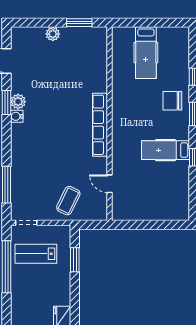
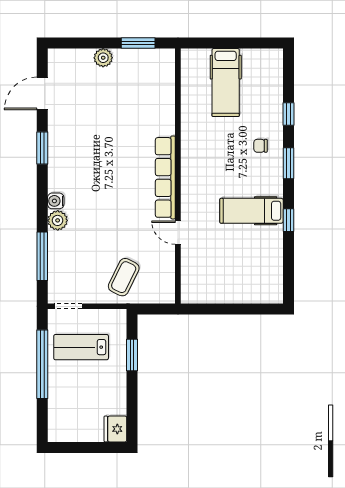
chair: (172, 101) -> (261, 146), width x0.54, depth x0.54
plant: (18, 102) -> (58, 220), moved
water cooler: (17, 116) -> (56, 201), moved
door: (110, 184) -> (178, 233), moved

